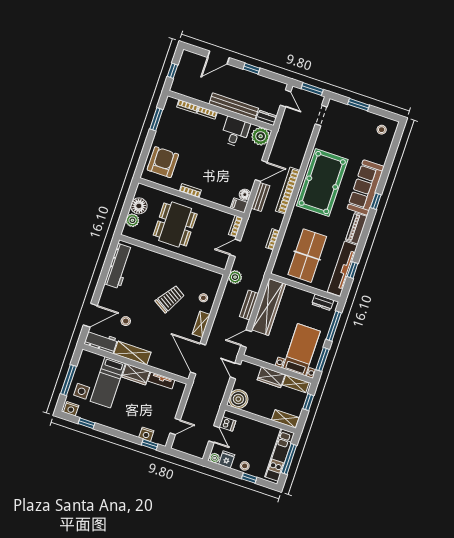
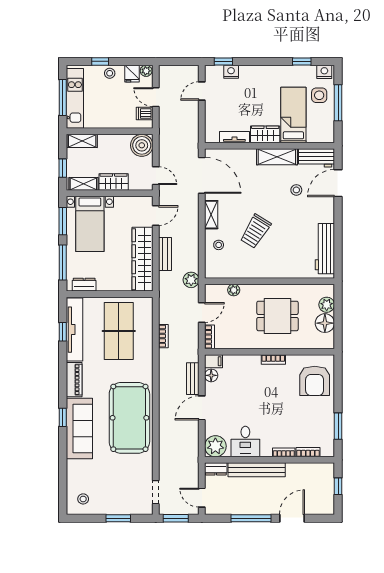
window: (251, 69) -> (251, 518), width x2.17
bookcase: (288, 191) -> (165, 396), removed
dining table: (175, 225) -> (278, 316), width x0.73
plant: (203, 257) -> (234, 290), added

